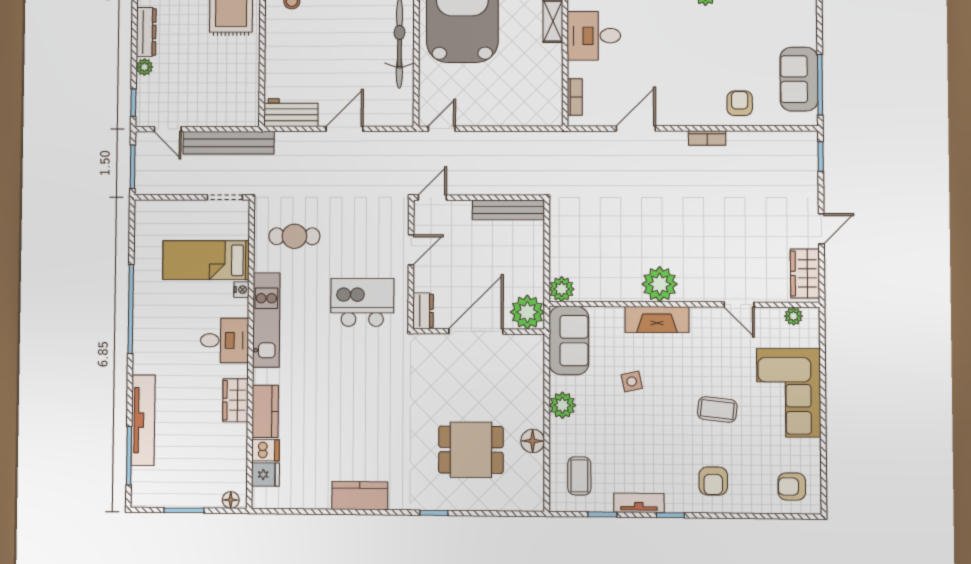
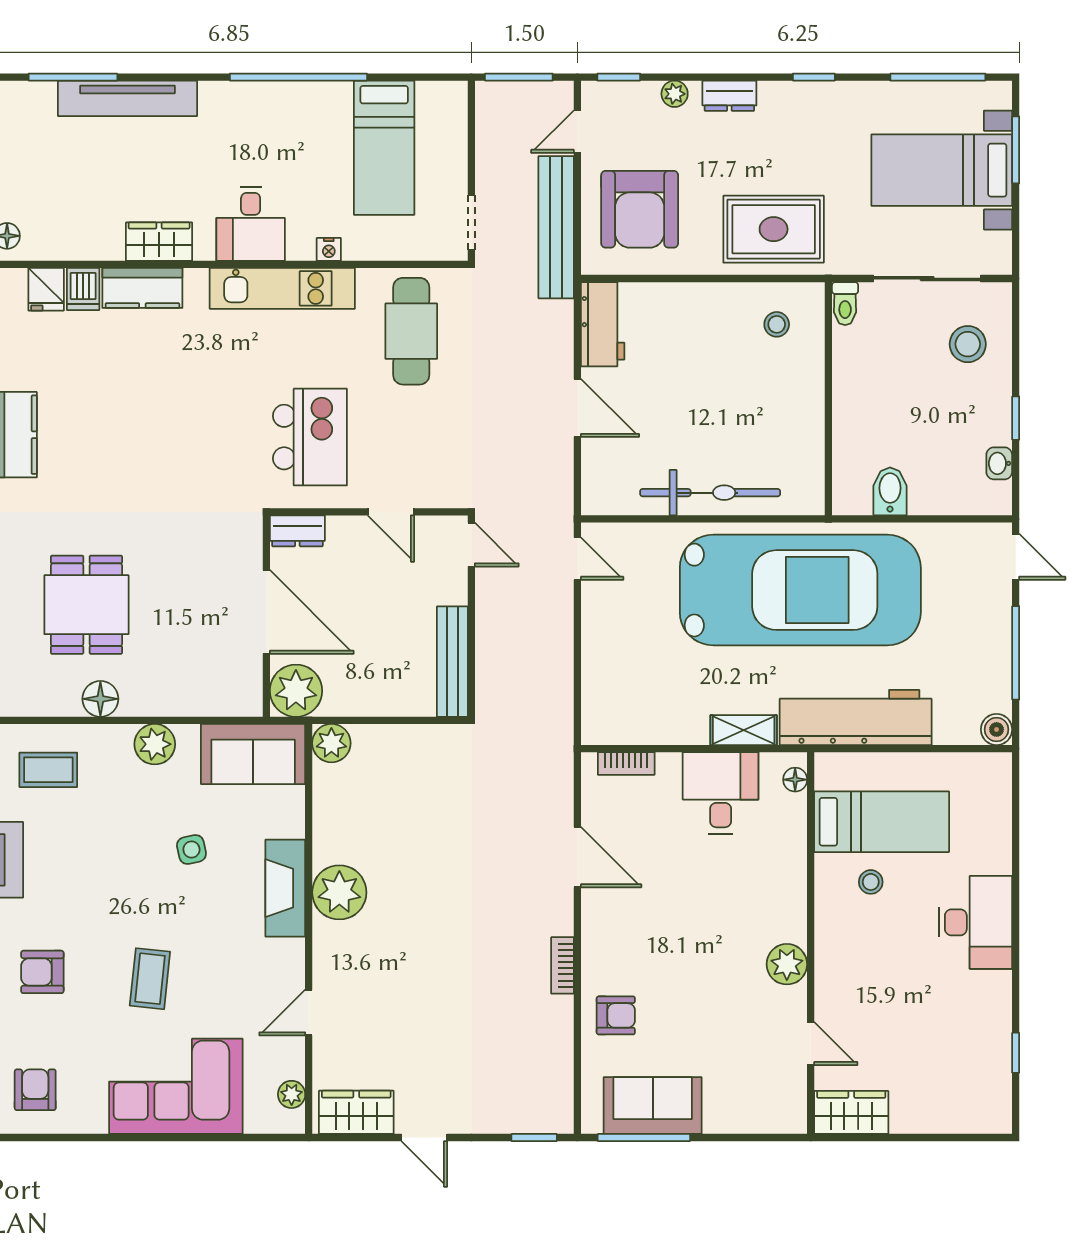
dresser: (146, 32) -> (729, 96), width x0.70
armchair: (218, 89) -> (640, 209), added
cafe table: (294, 236) -> (411, 331), width x1.37, depth x1.35
bed: (206, 260) -> (384, 148), moved, turned 180

